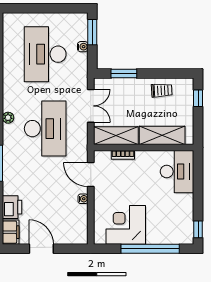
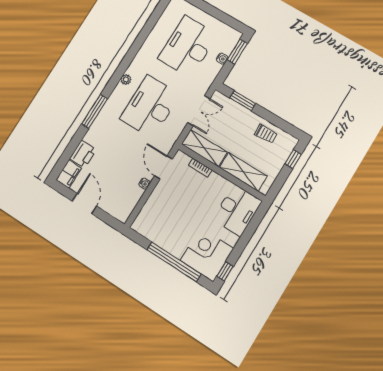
desk: (45, 129) -> (150, 107), turned 180
corner desk: (126, 225) -> (207, 254), moved

